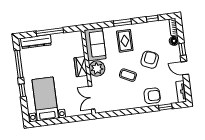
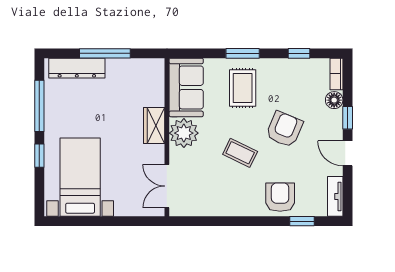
armchair: (152, 96) -> (280, 197), turned -91

